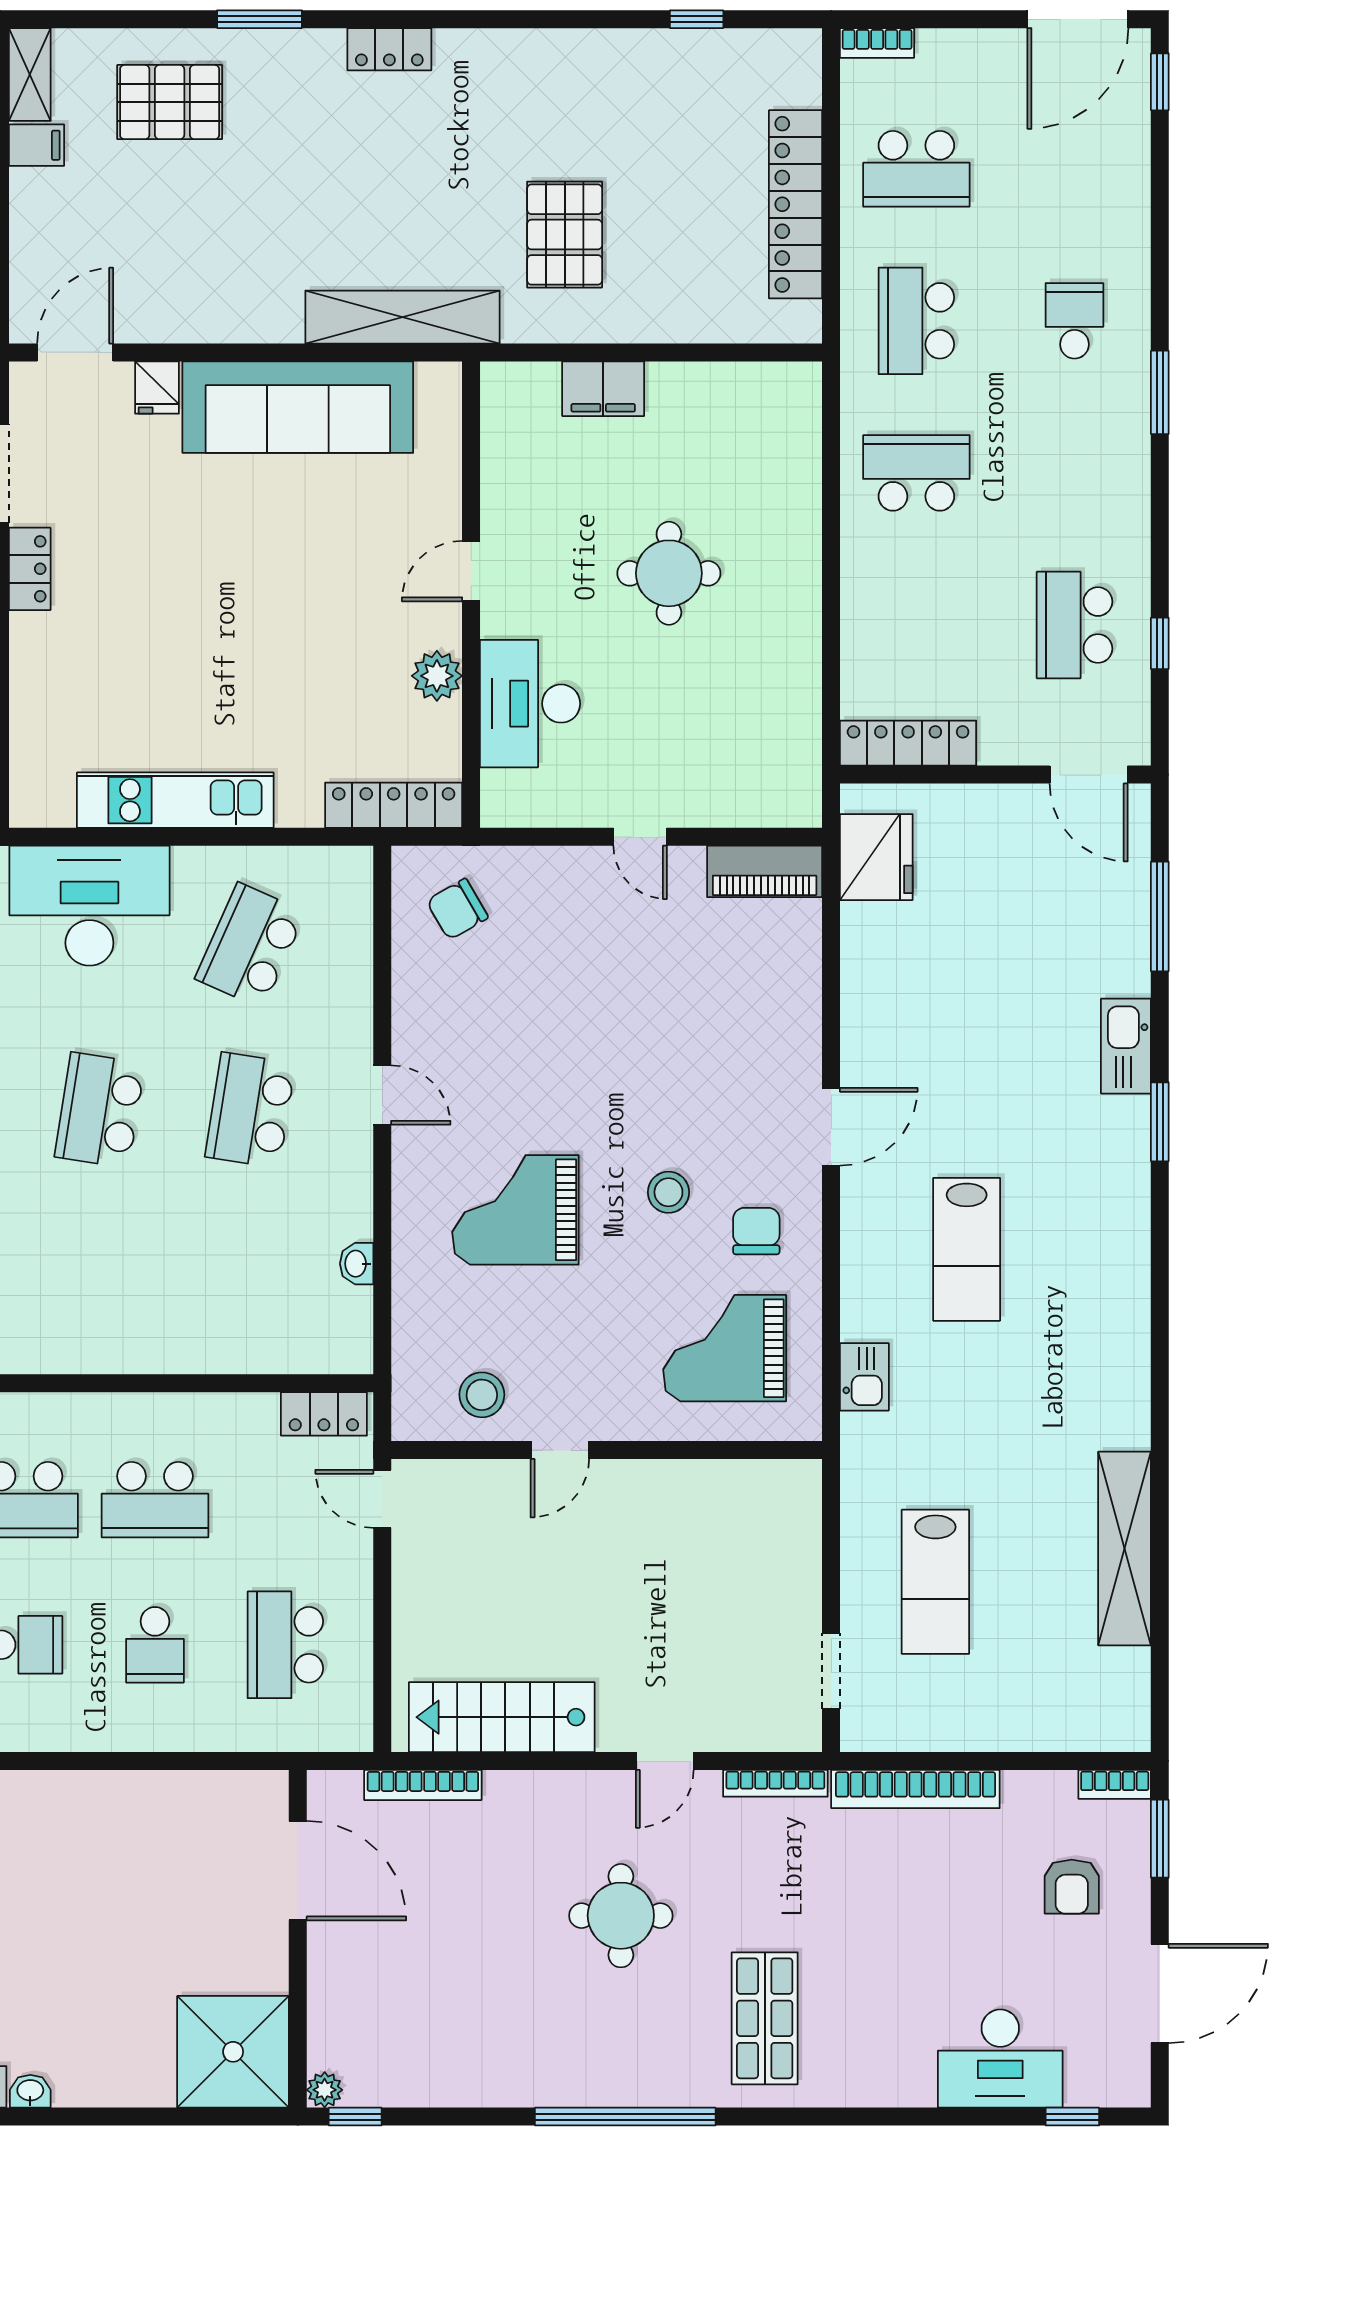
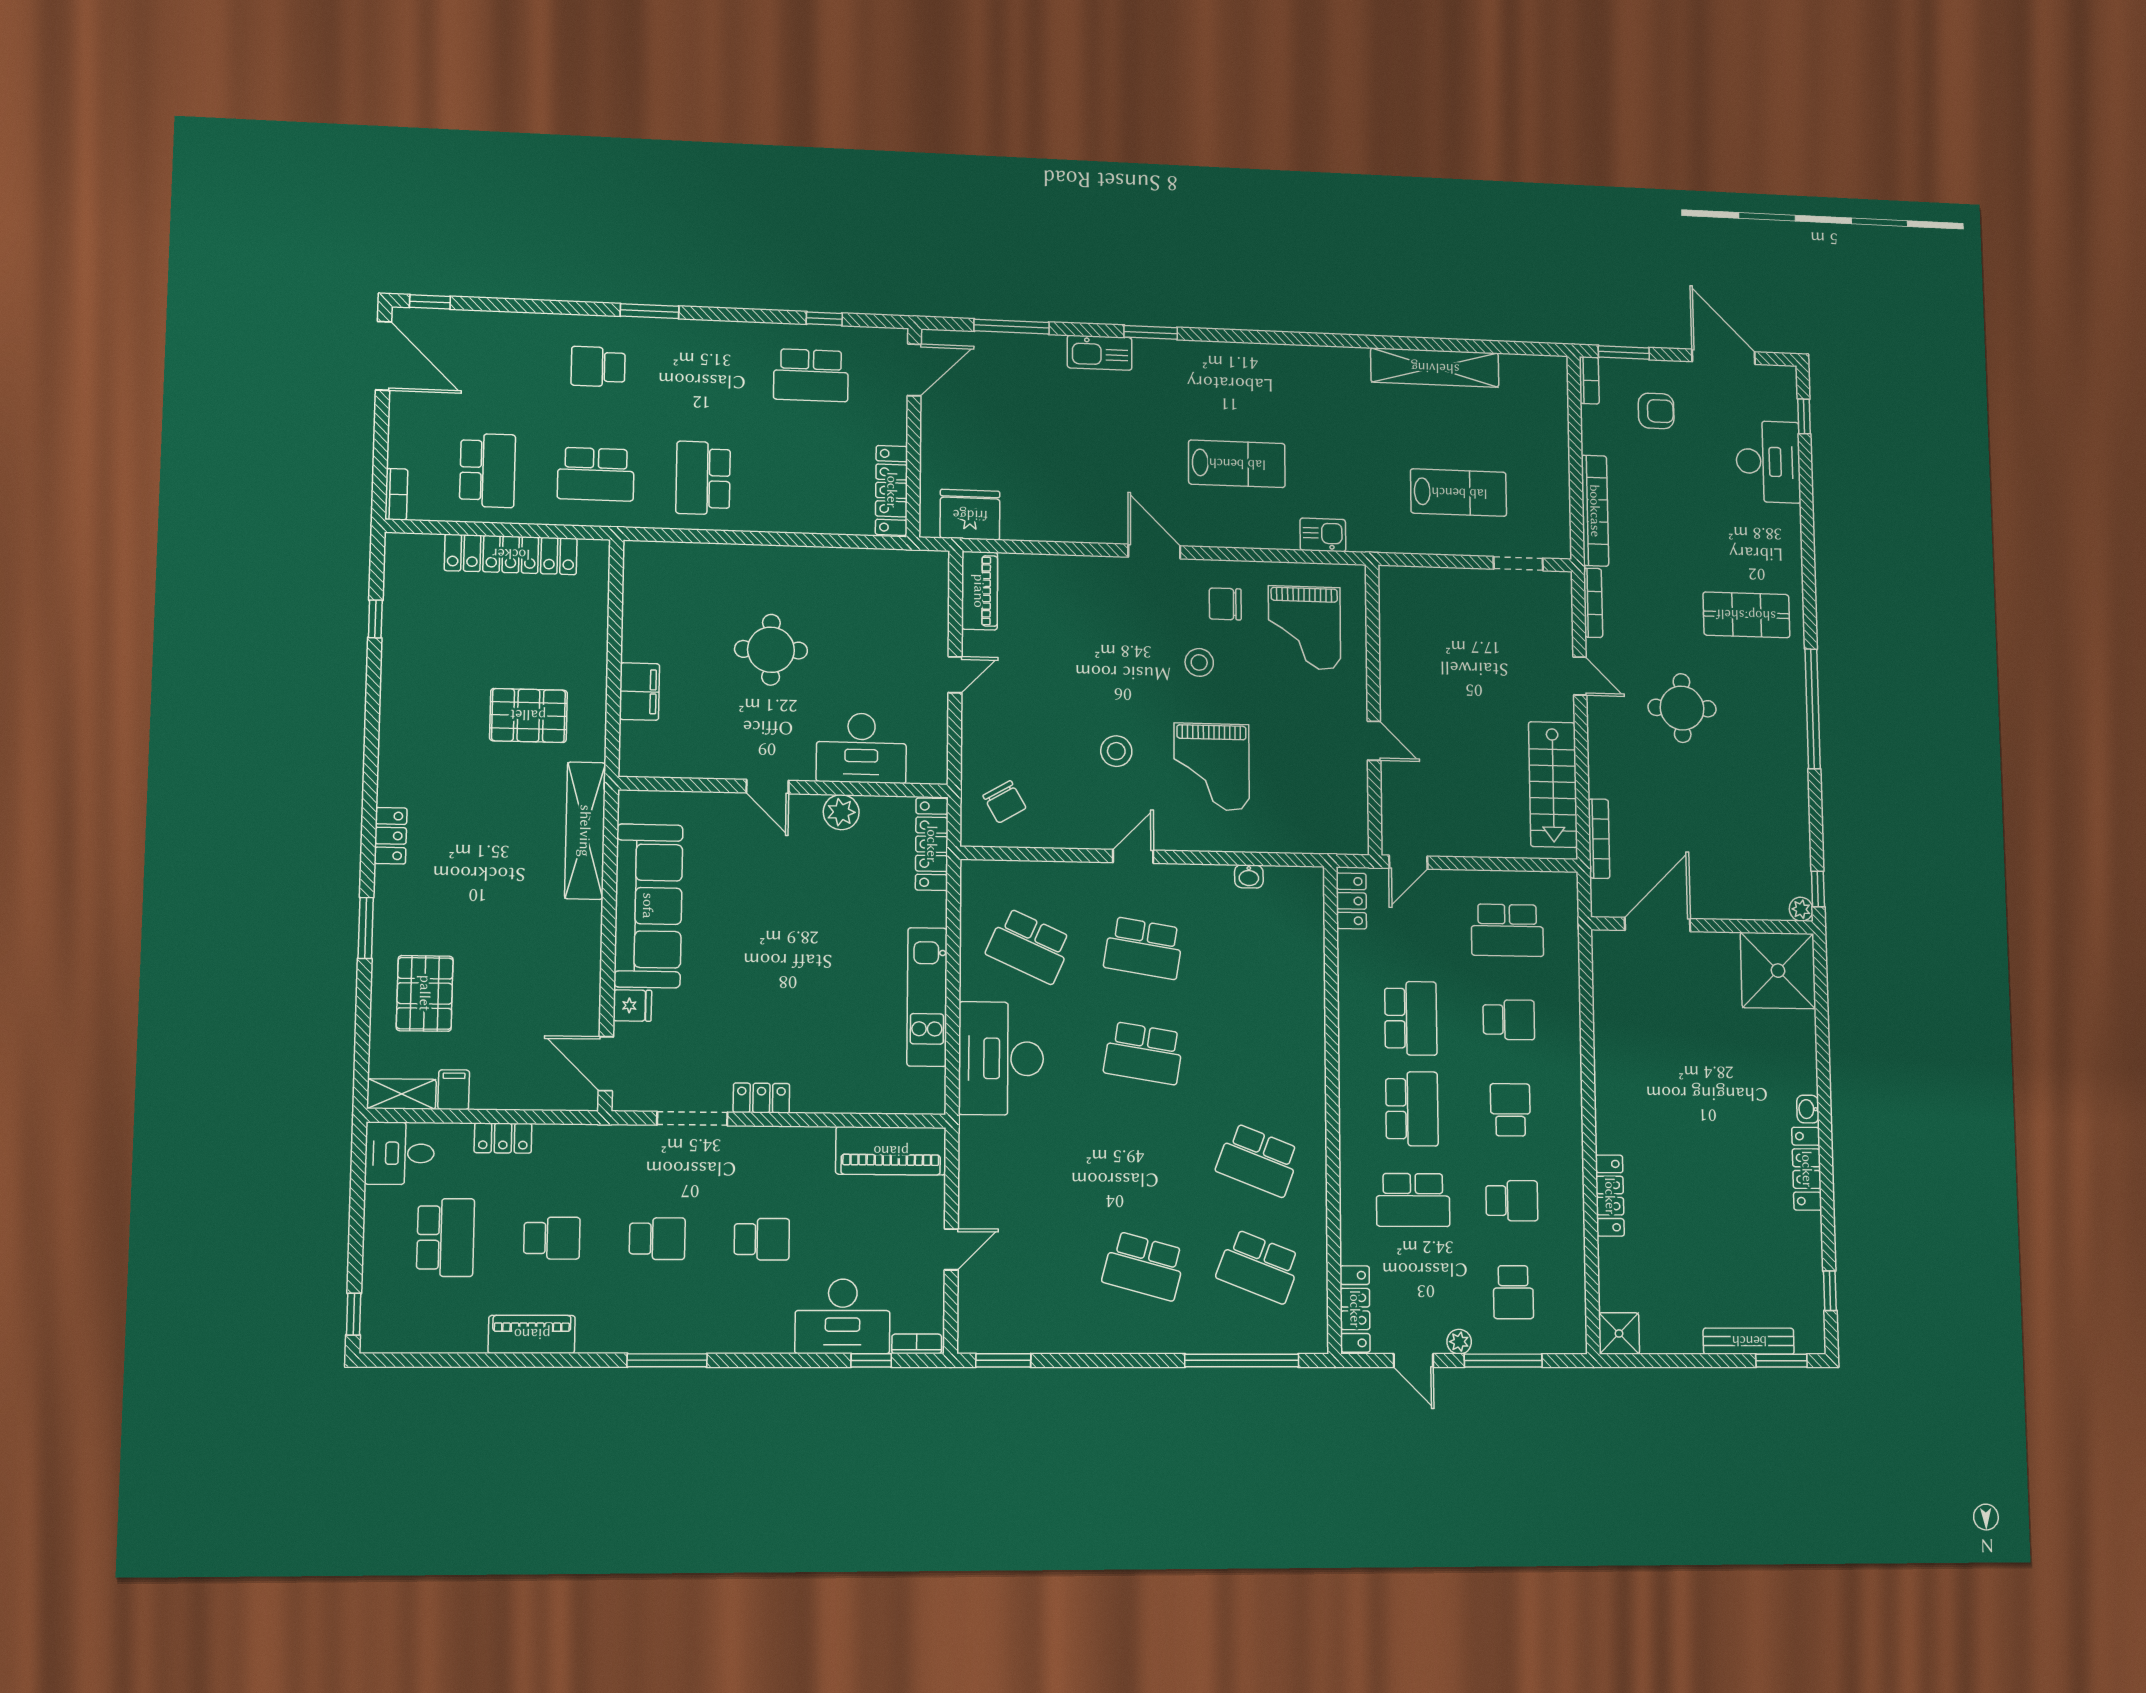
stool: (482, 1395) -> (1116, 751), moved

